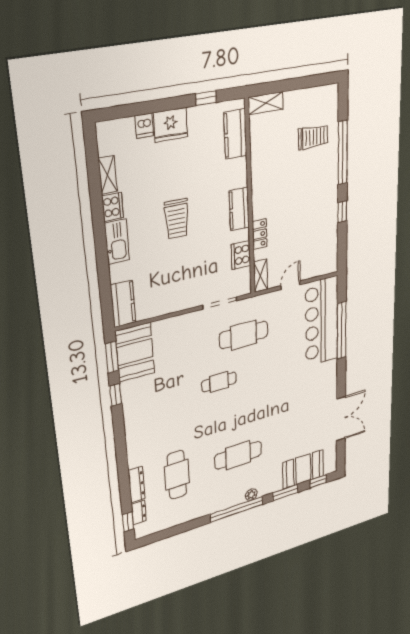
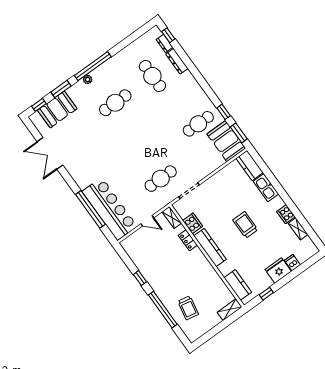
trolley: (313, 137) -> (188, 308), turned -79
kitchen counter: (239, 209) -> (210, 248), width x1.50
kitchen sink: (117, 242) -> (266, 188), moved
door: (290, 285) -> (147, 221), hinge flipped
cafe table: (219, 382) -> (198, 124), moved, width x1.37, depth x1.35

